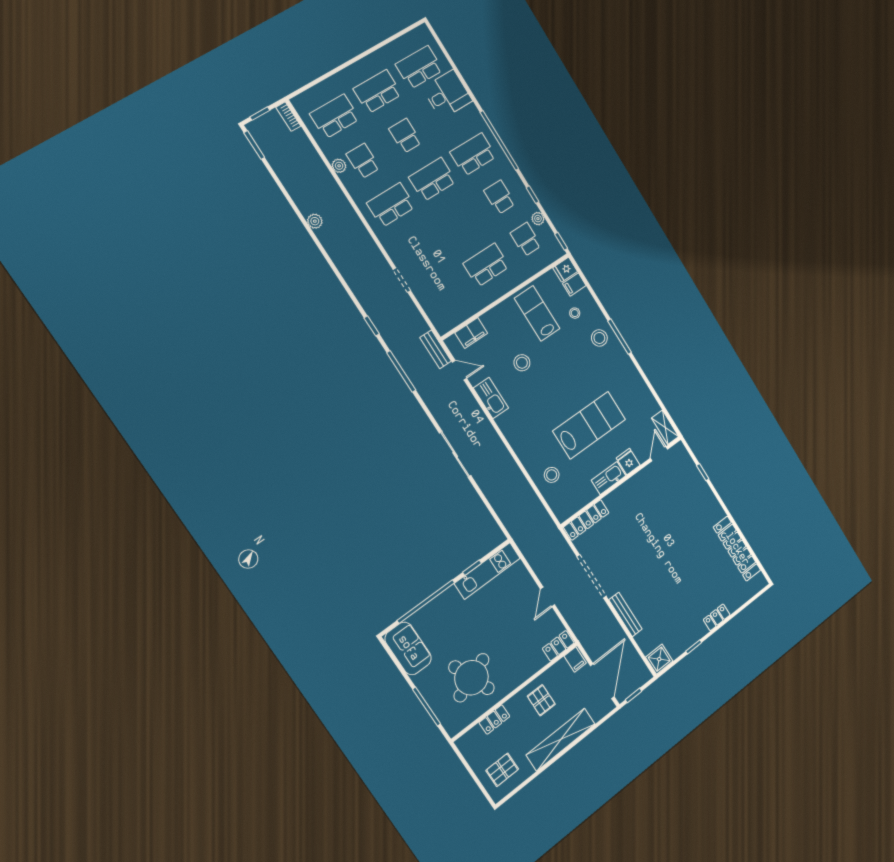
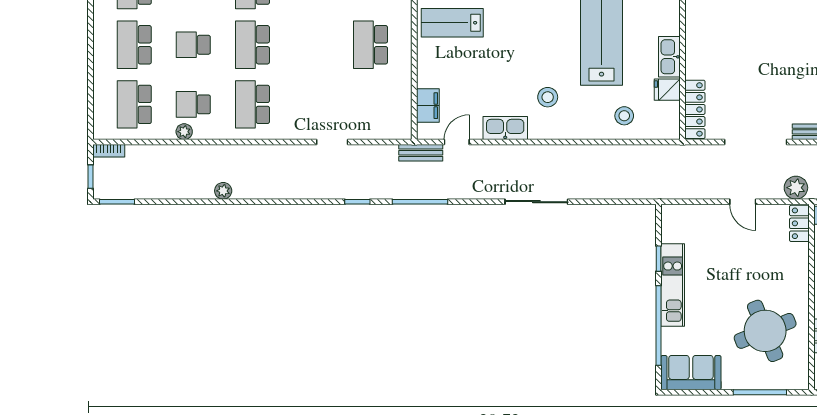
stool: (522, 363) -> (548, 97), moved
fridge: (628, 462) -> (667, 90), moved
kitchen unit: (487, 571) -> (673, 285), moved
plant: (580, 626) -> (796, 188), added

